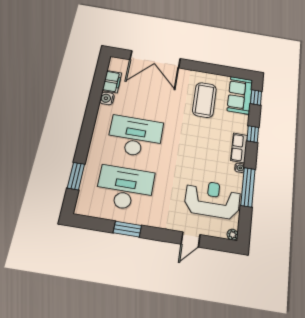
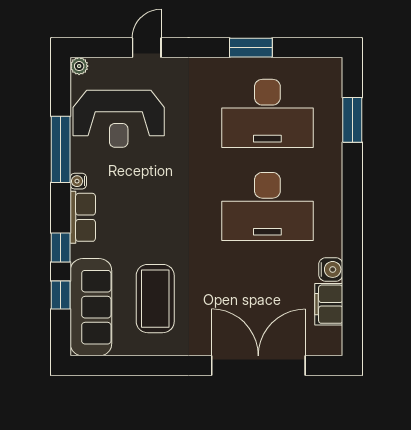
sofa: (240, 95) -> (91, 307), width x1.36
window: (256, 97) -> (61, 295), moved

